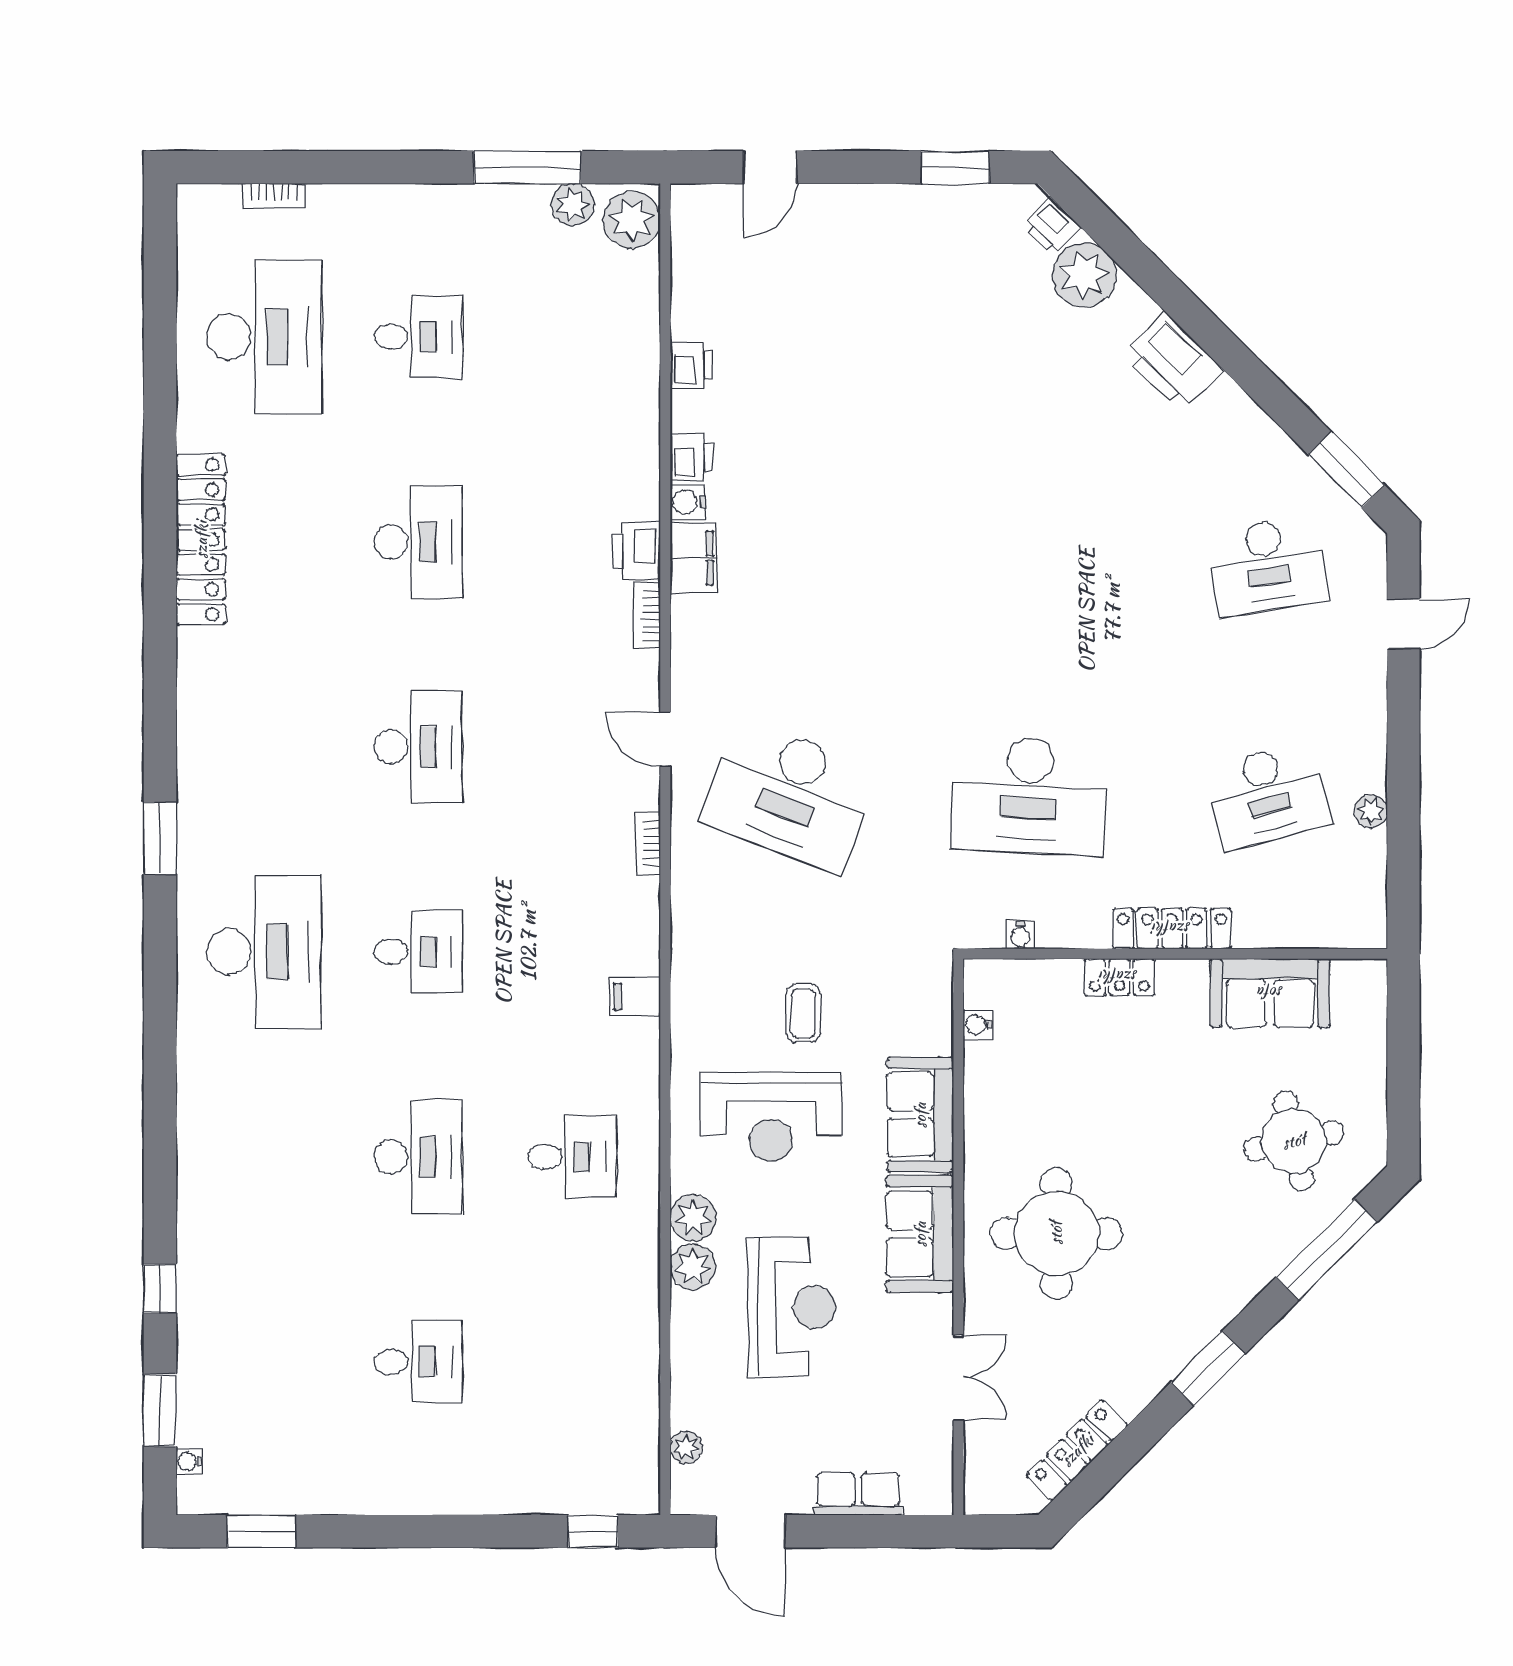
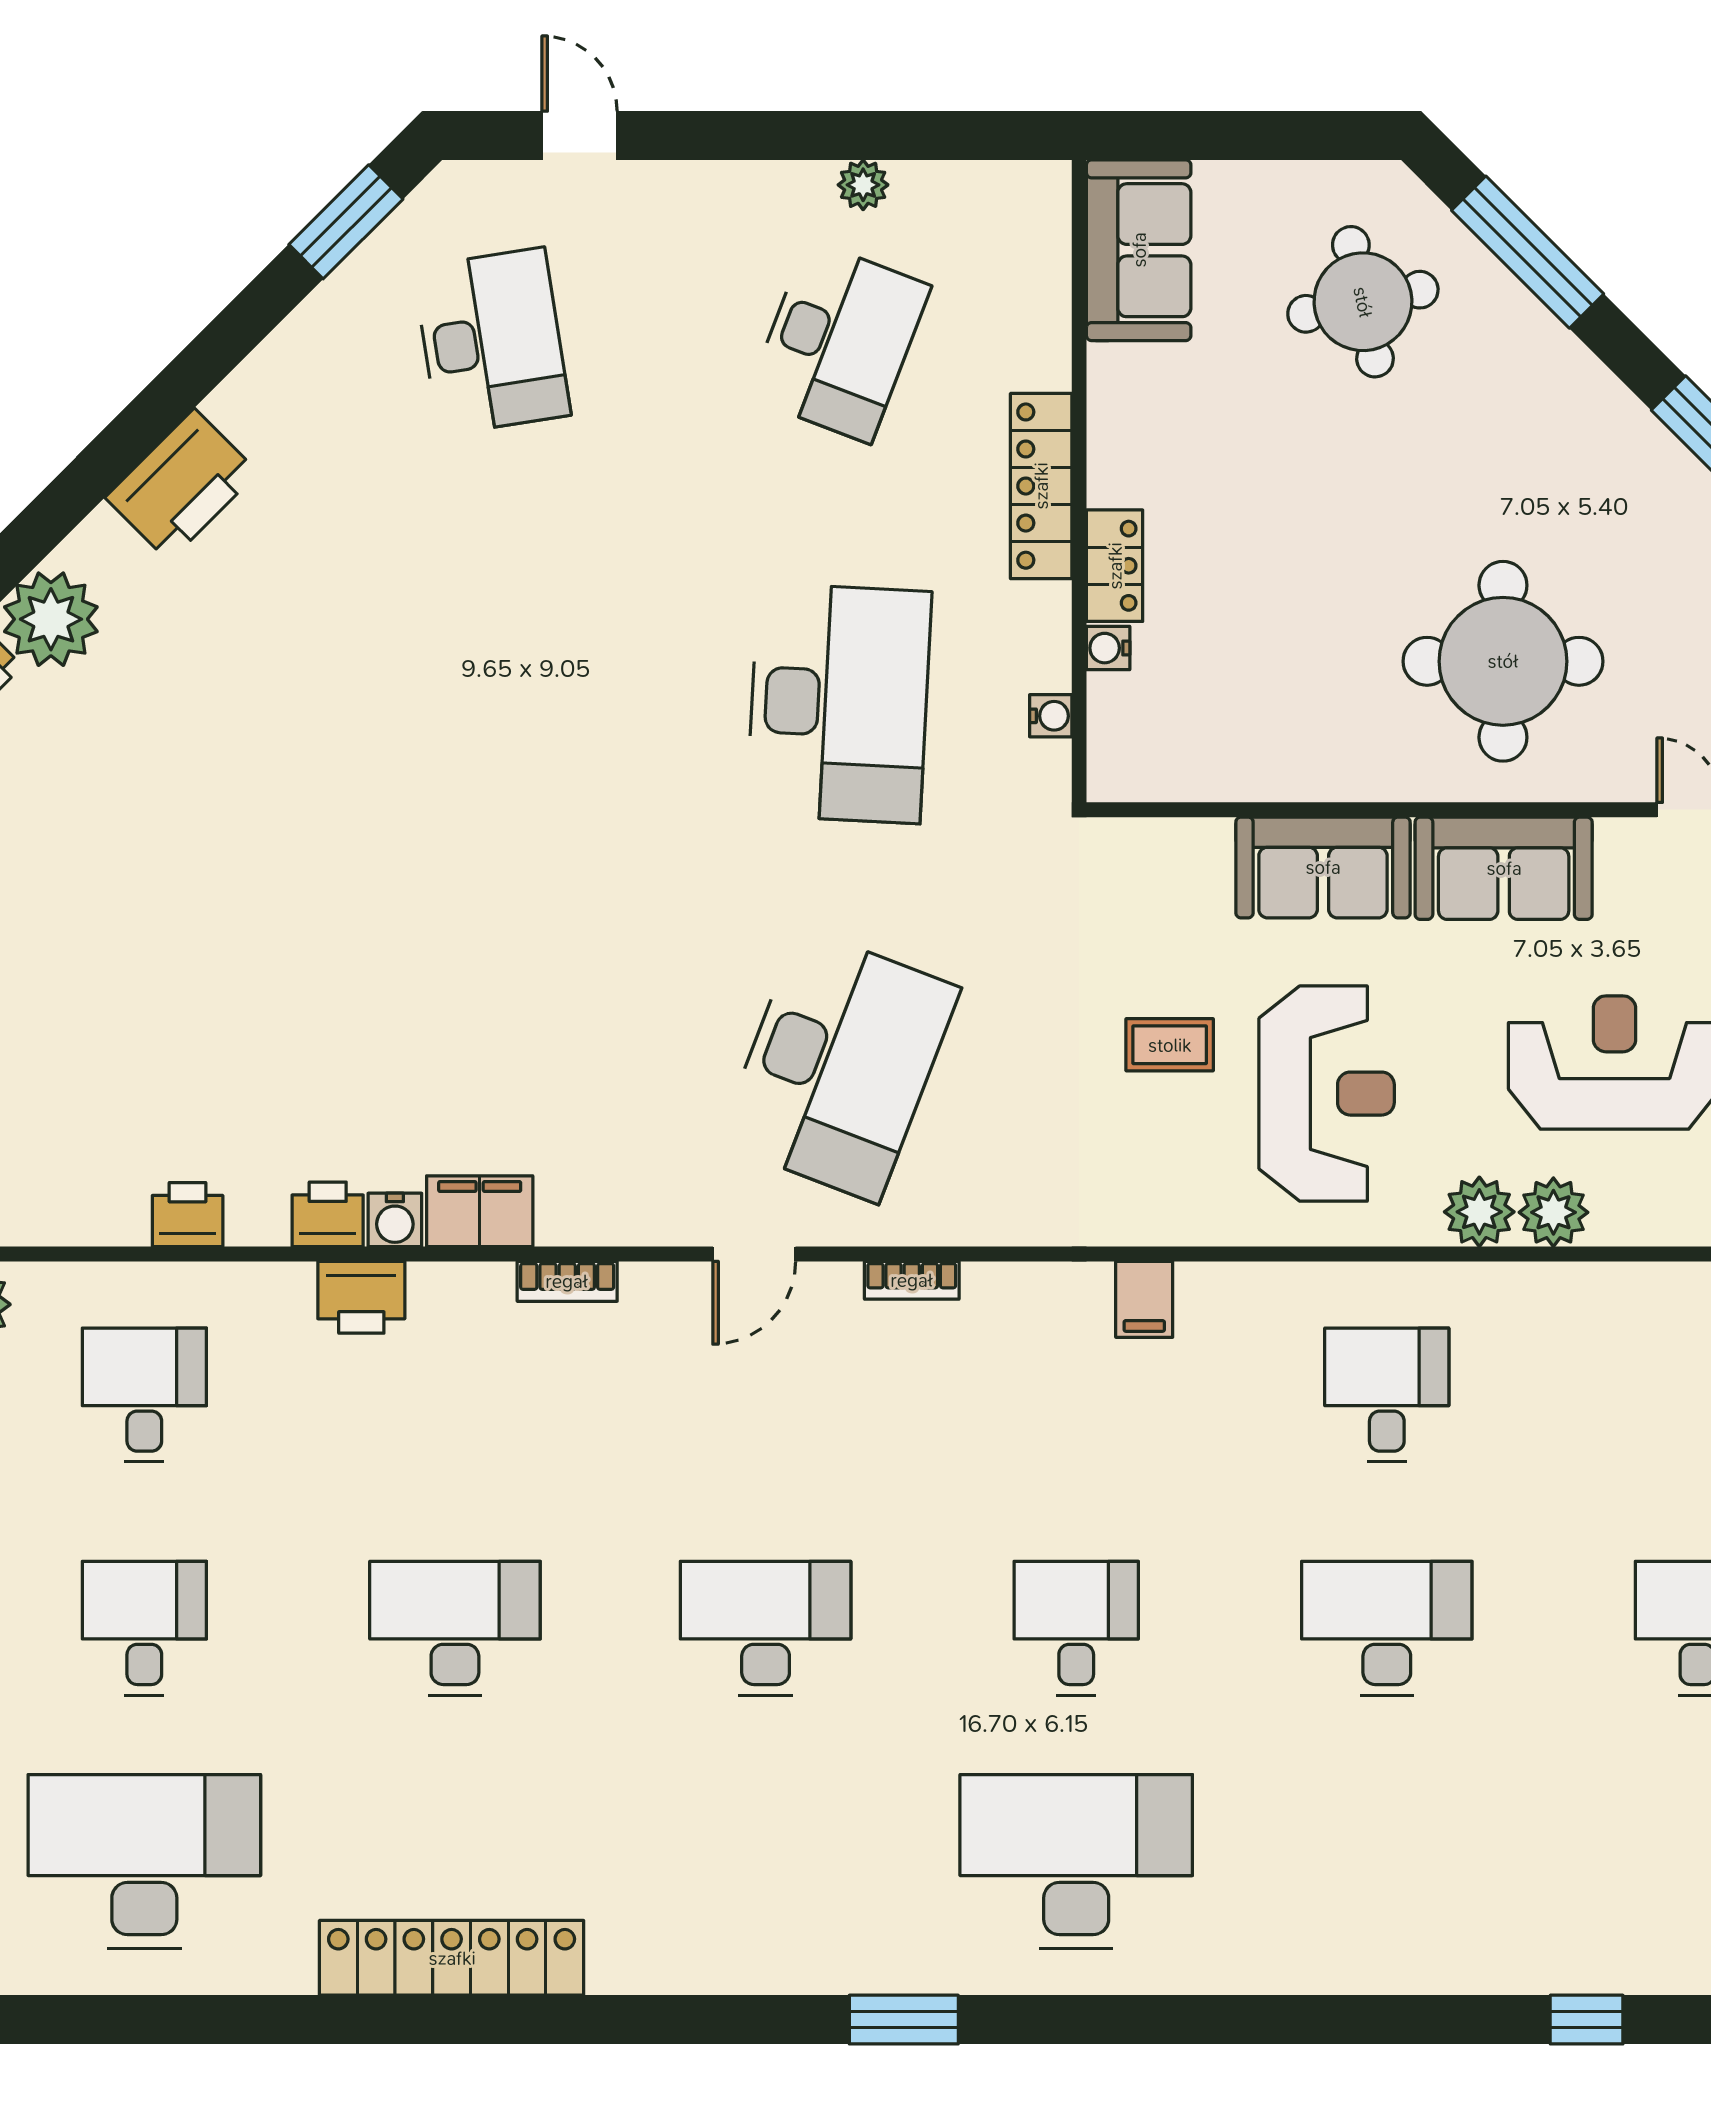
desk: (572, 337) -> (144, 1395), added
printer: (637, 551) -> (361, 1297), moved
desk: (1268, 795) -> (839, 341), turned 36
sofa: (1270, 993) -> (1139, 250), moved
water cooler: (978, 1024) -> (1108, 648), moved, turned 90

